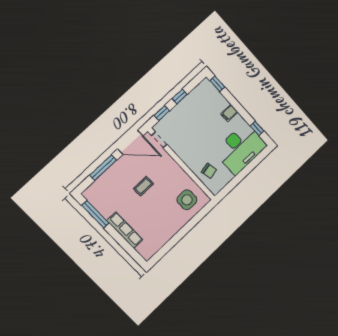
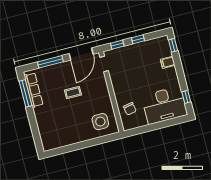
filing cabinet: (229, 113) -> (168, 62), moved
door: (130, 142) -> (81, 54), hinge flipped
row of seats: (125, 230) -> (33, 90), moved

